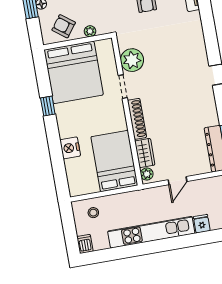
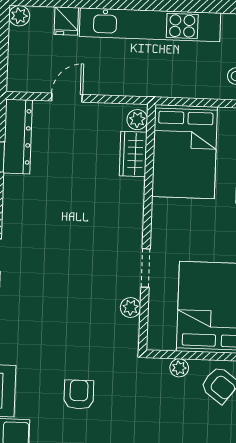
plant: (132, 60) -> (131, 308), width x0.53, depth x0.53
shoe rack: (137, 119) -> (134, 211), removed
door: (178, 181) -> (67, 98), moved

